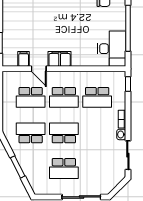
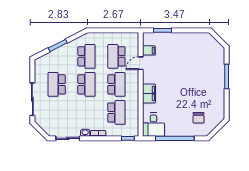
desk: (112, 49) -> (153, 125), width x0.73
filing cabinet: (60, 59) -> (149, 93), moved
school desk: (64, 97) -> (116, 84), turned 180
school desk: (97, 97) -> (116, 112), turned 180

